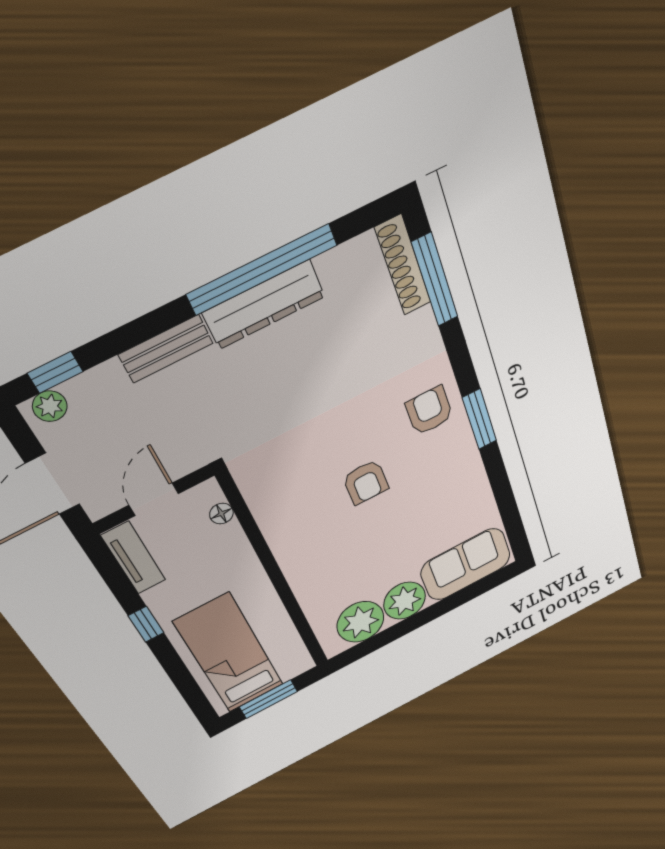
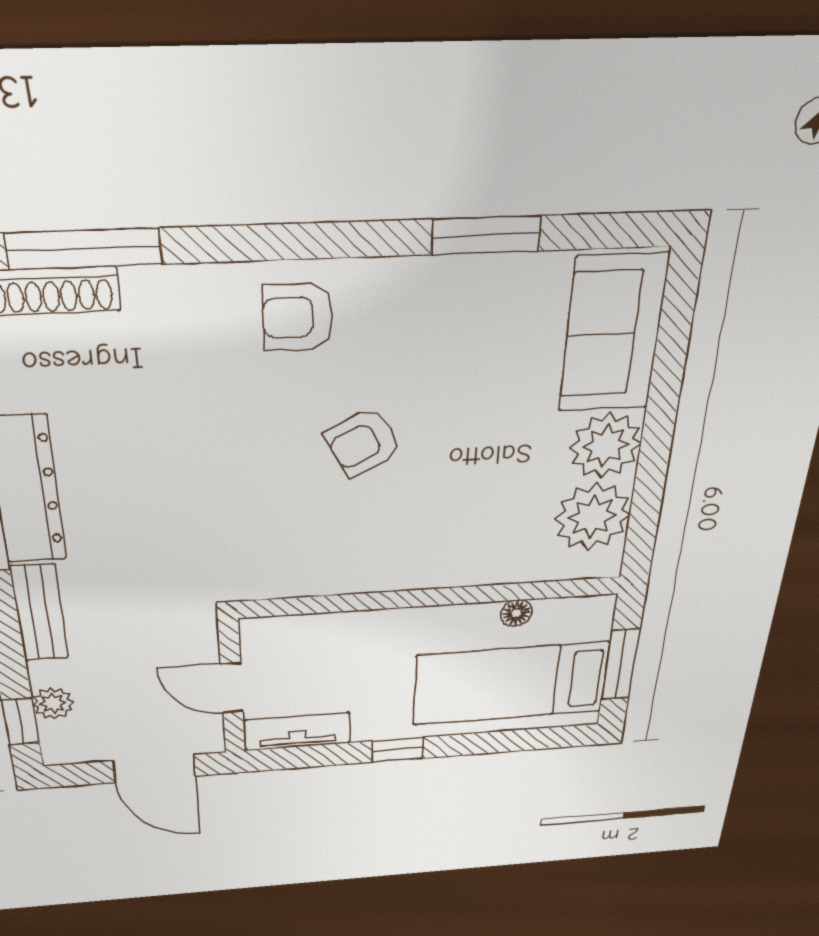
plant: (50, 406) -> (53, 703), moved
window: (480, 419) -> (486, 235), moved
armchair: (366, 482) -> (363, 442), turned 152
floor lamp: (221, 514) -> (516, 613), moved

